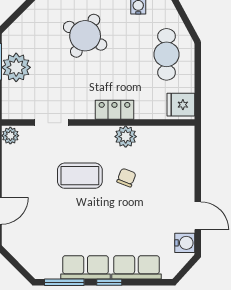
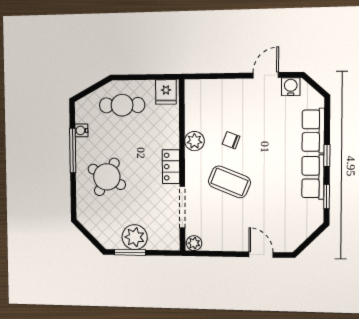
locker: (114, 110) -> (171, 167), moved
doorway: (51, 123) -> (182, 207), width x1.38
coffee table: (80, 176) -> (229, 182), turned -68
window: (64, 282) -> (327, 197), width x0.67

